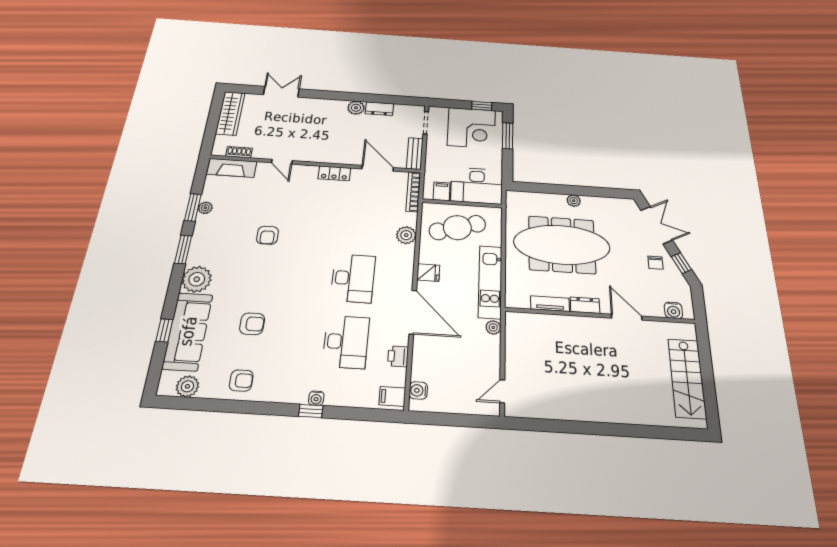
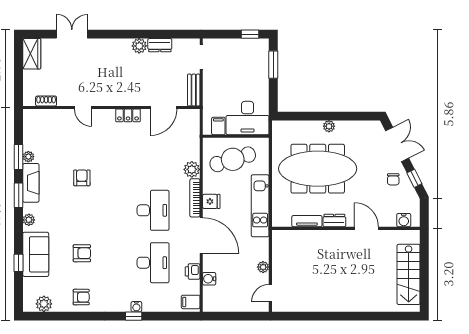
wardrobe: (230, 113) -> (32, 54), width x0.67
corner desk: (472, 128) -> (241, 59), removed
fireplace: (232, 168) -> (31, 183), moved, turned -90
door: (378, 168) -> (163, 107), swing flipped
bookcase: (413, 192) -> (195, 198), moved
armchair: (268, 235) -> (82, 178), turned 180
plant: (197, 279) -> (29, 220), width x0.53, depth x0.53
plant: (493, 327) -> (263, 267), moved
sofa: (188, 331) -> (36, 254), width x0.73
water cooler: (418, 391) -> (209, 279), moved

